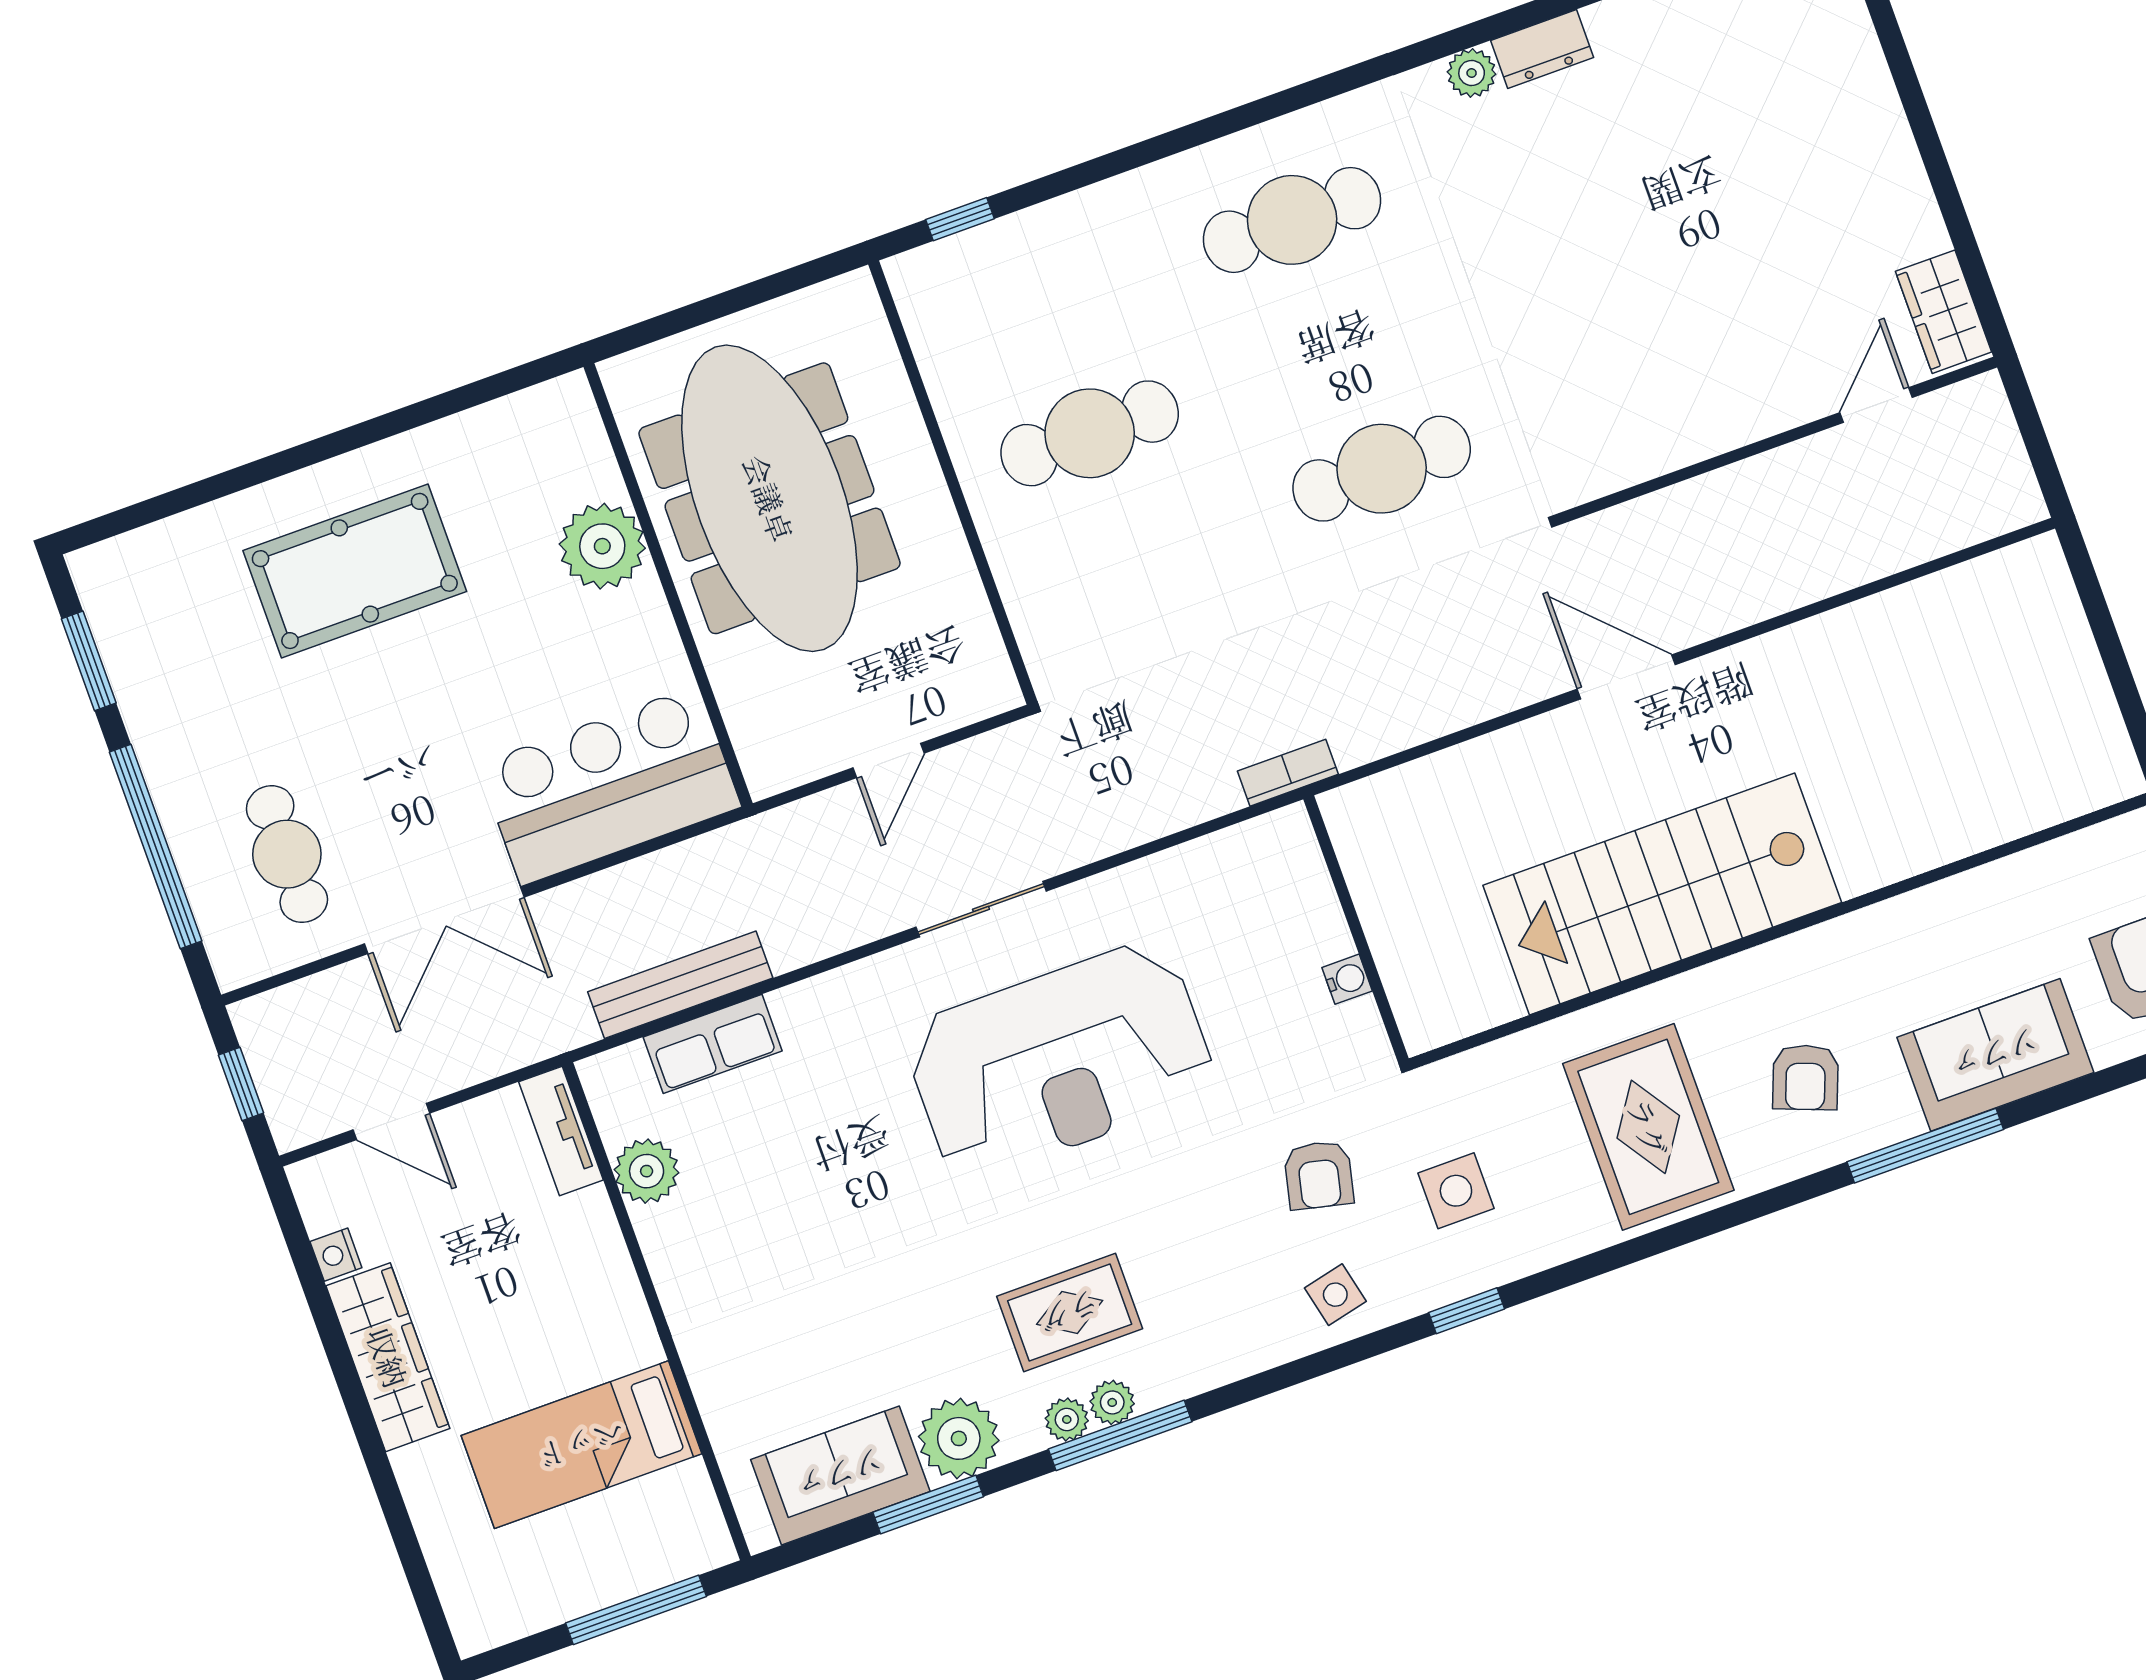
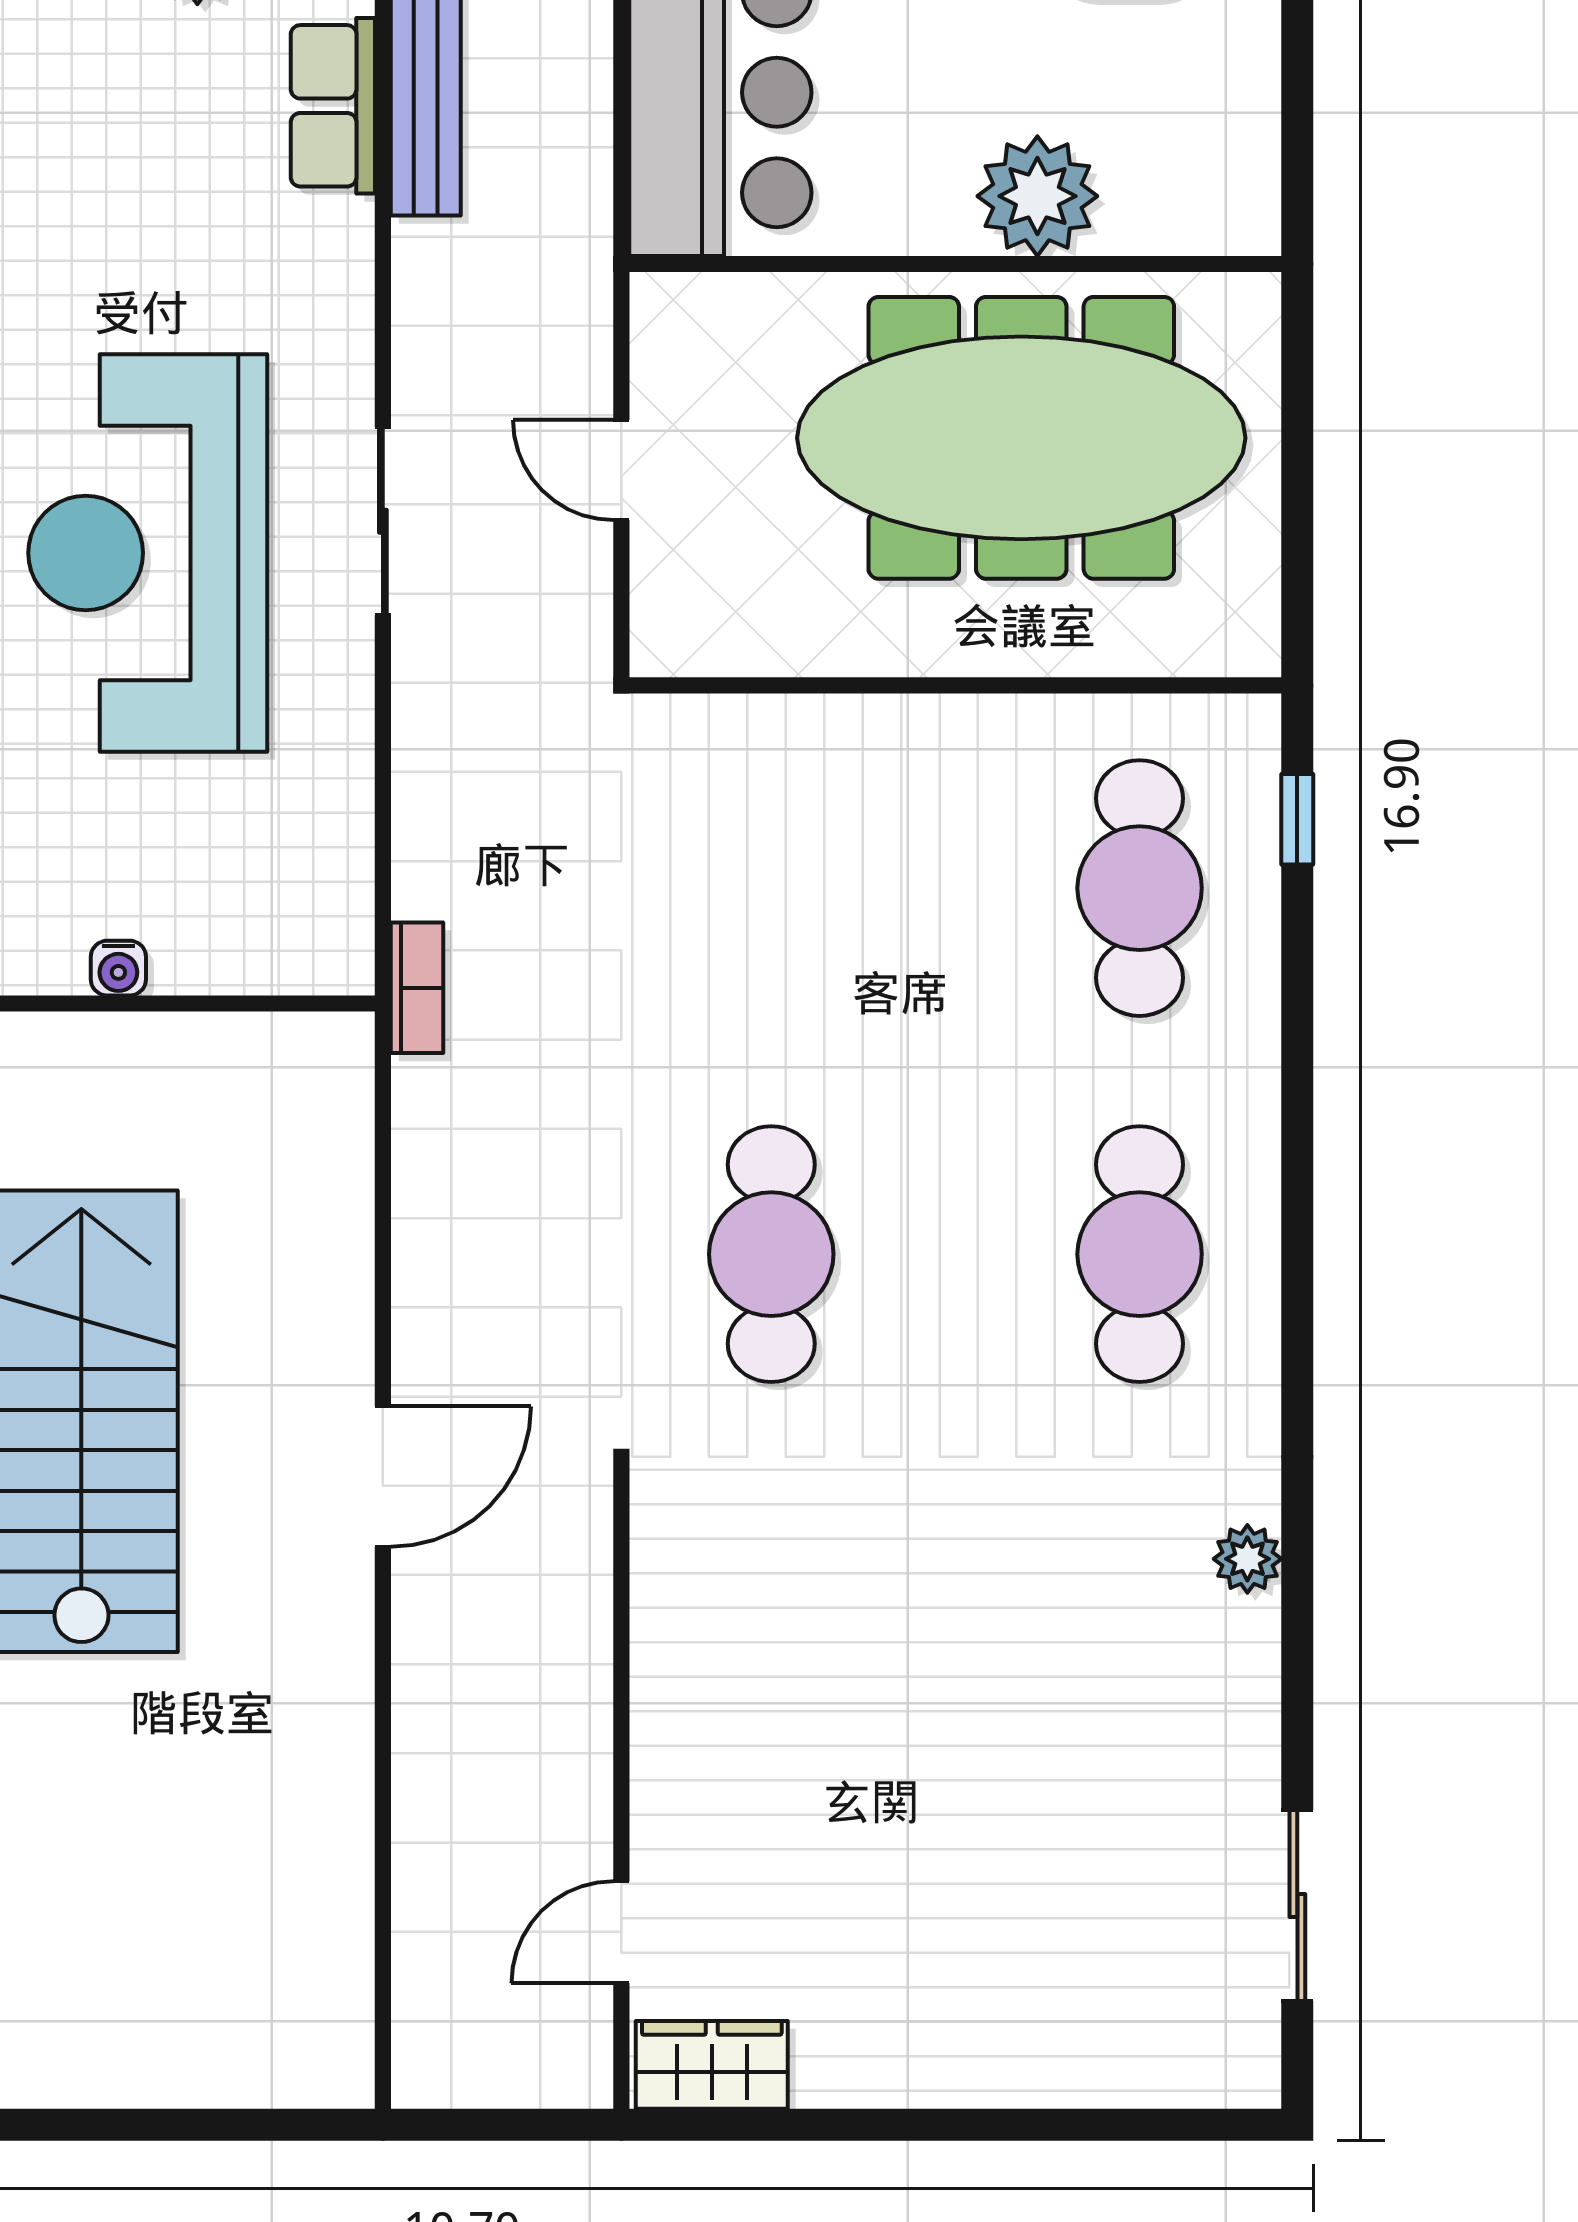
dresser: (1542, 49) -> (1246, 1663), removed
door: (1876, 405) -> (621, 1932), swing flipped
cafe table: (1090, 433) -> (1140, 888), moved

